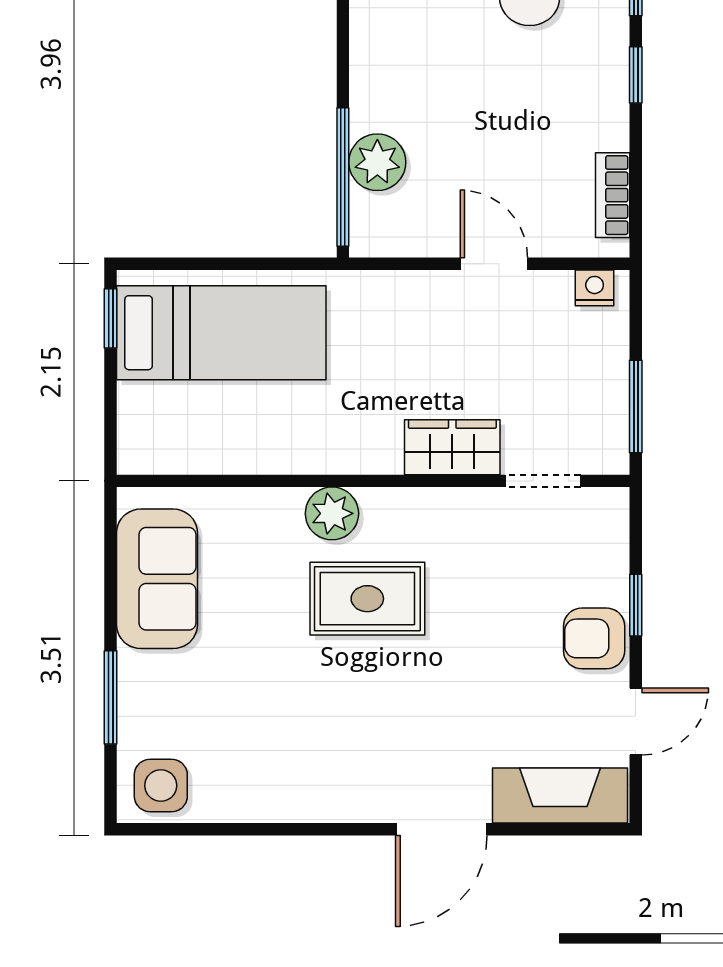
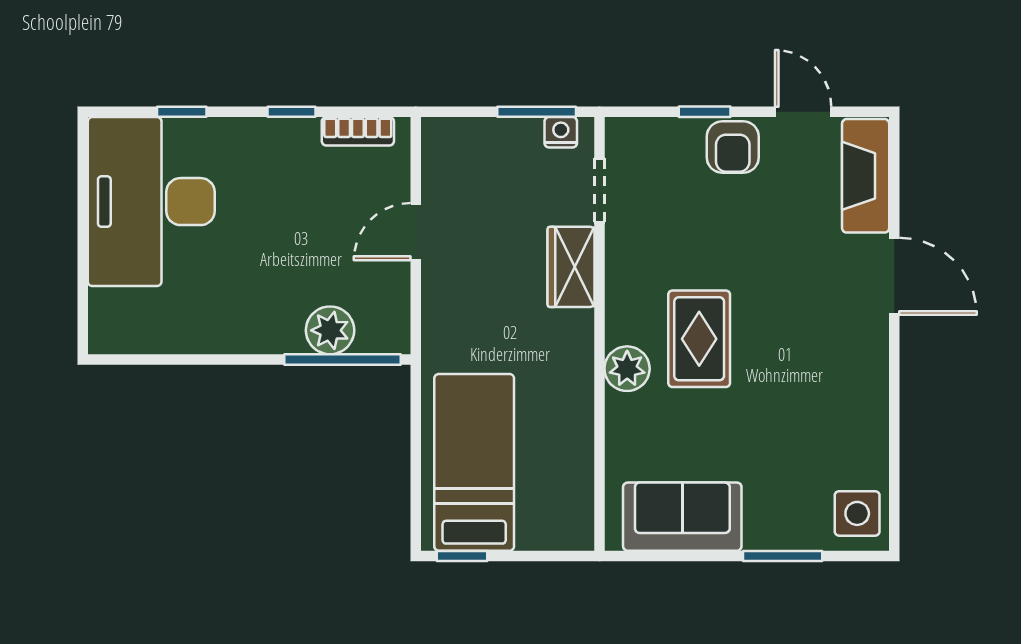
window: (636, 75) -> (291, 112), moved
nightstand: (595, 288) -> (561, 132), moved, turned 90

